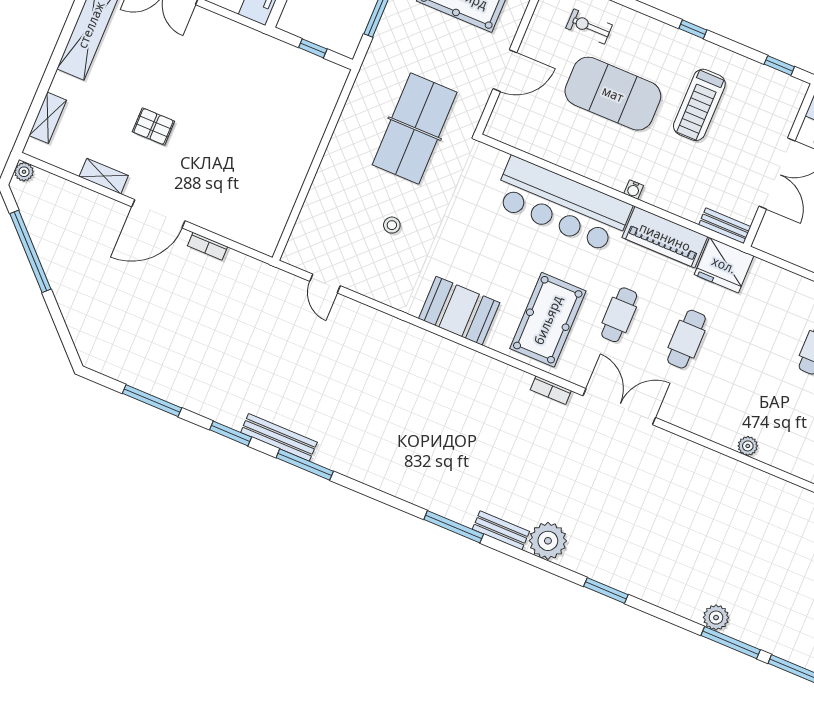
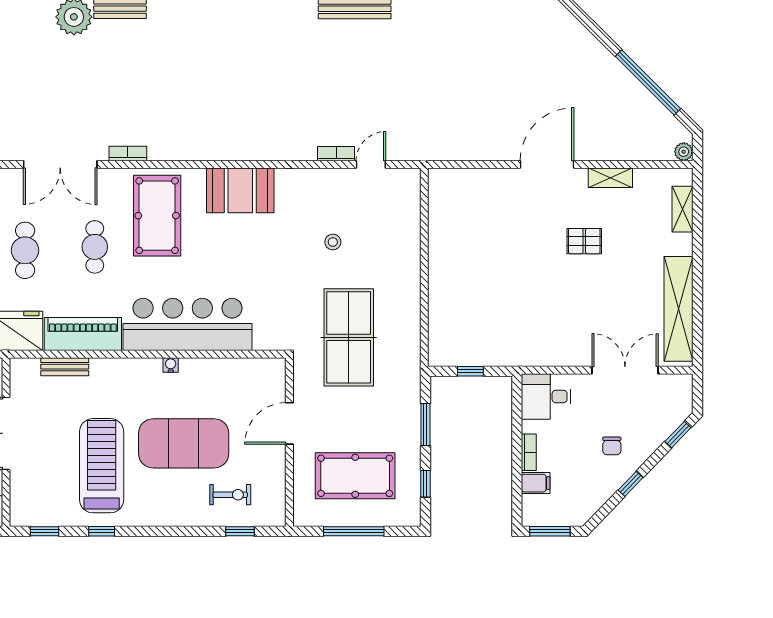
window: (693, 29) -> (102, 531), moved
treadmill: (699, 105) -> (102, 466), width x1.37, depth x1.38
water cooler: (634, 189) -> (171, 365), moved
bench: (725, 226) -> (65, 367), moved
bookcase: (207, 246) -> (336, 154), moved
door: (325, 284) -> (371, 164), hinge flipped

